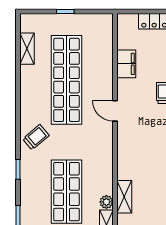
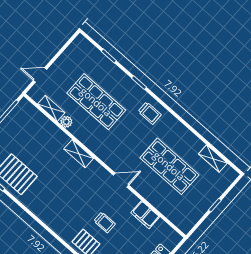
shop shelf: (66, 80) -> (169, 166), width x0.71
trolley: (36, 137) -> (150, 113), turned -50
shelving: (124, 197) -> (79, 154), moved

